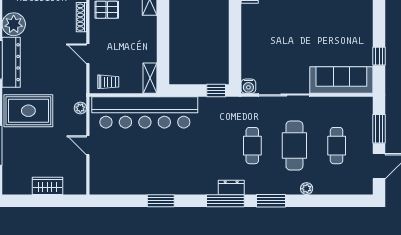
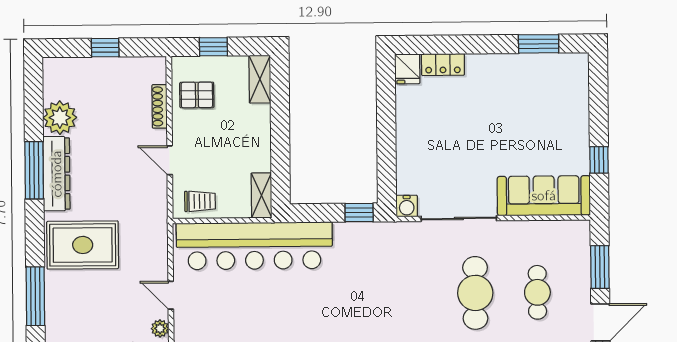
plant: (80, 108) -> (160, 328), moved
cafe table: (252, 146) -> (413, 293), removed

